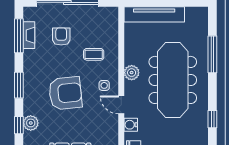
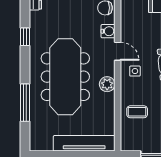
coffee table: (94, 54) -> (137, 112), moved

